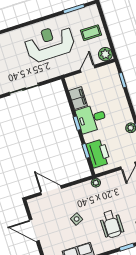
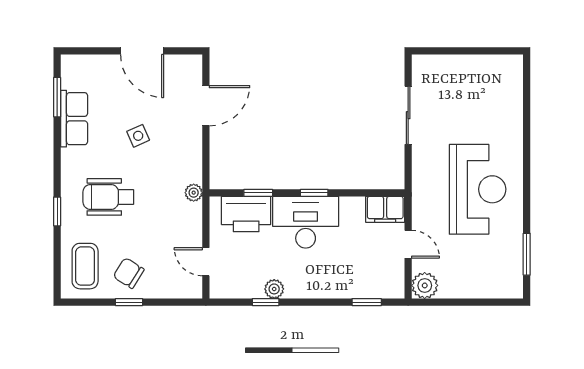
coffee table: (91, 33) -> (473, 272), removed
filing cabinet: (78, 98) -> (385, 209), moved
desk: (91, 118) -> (306, 222), width x1.37
door: (34, 230) -> (142, 51), swing flipped

